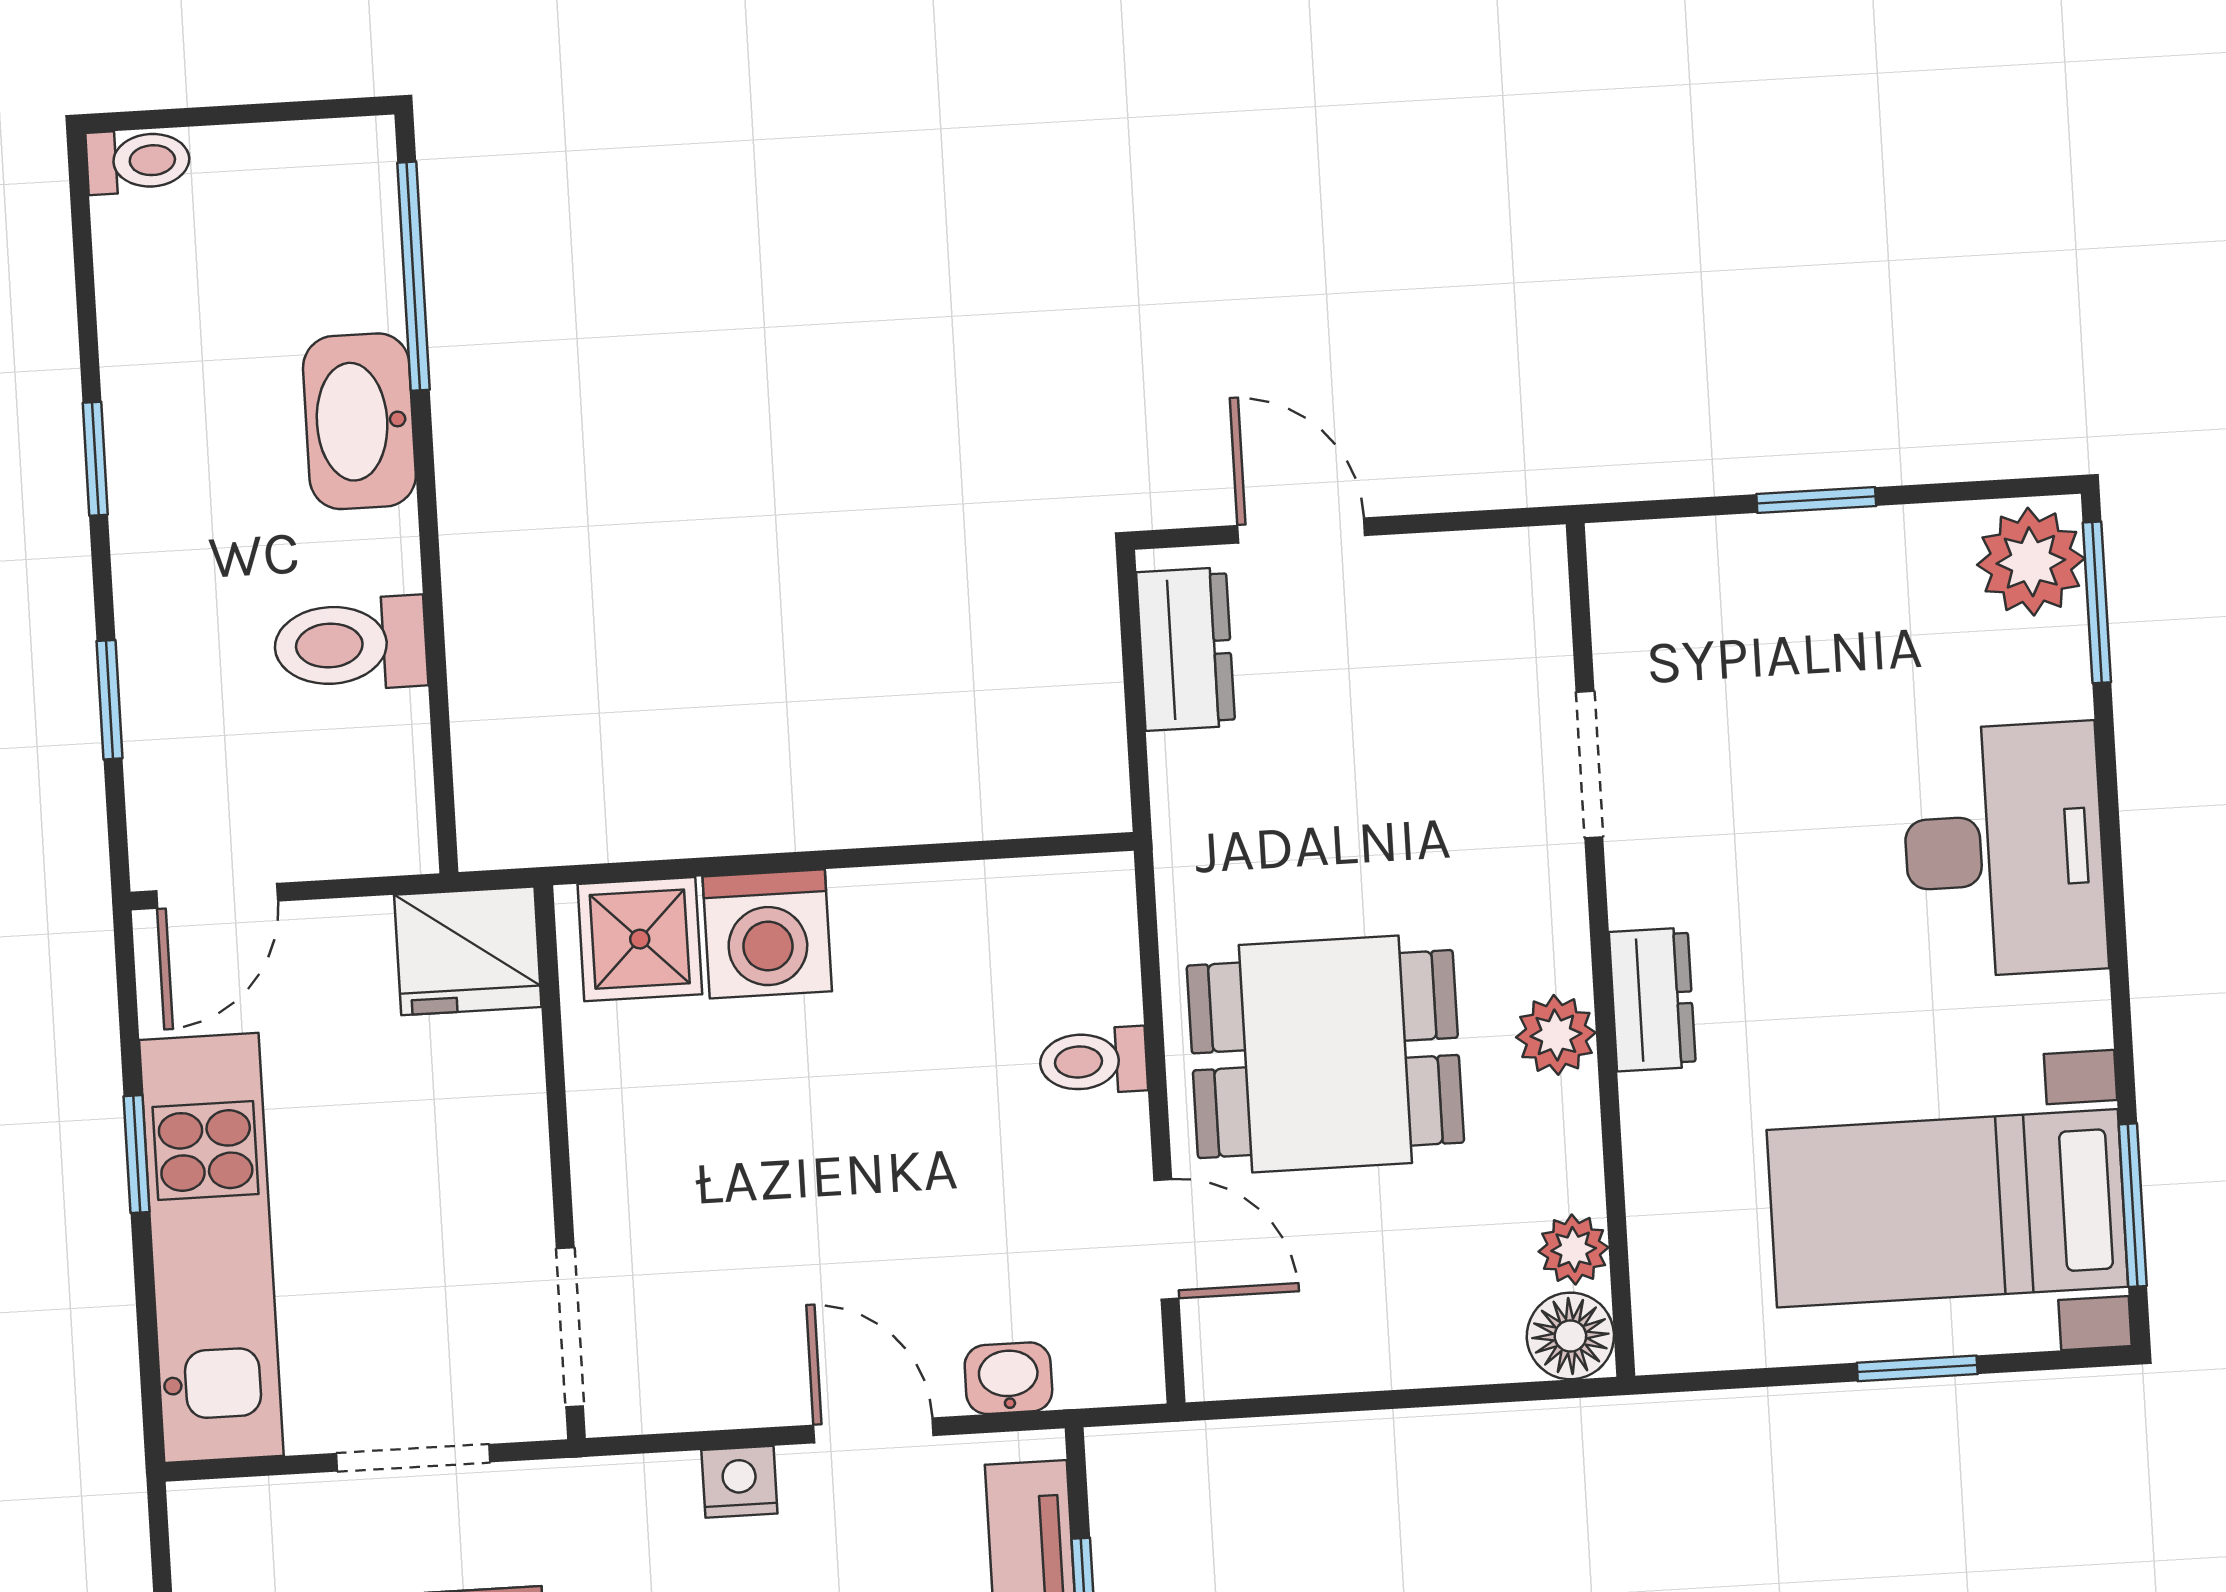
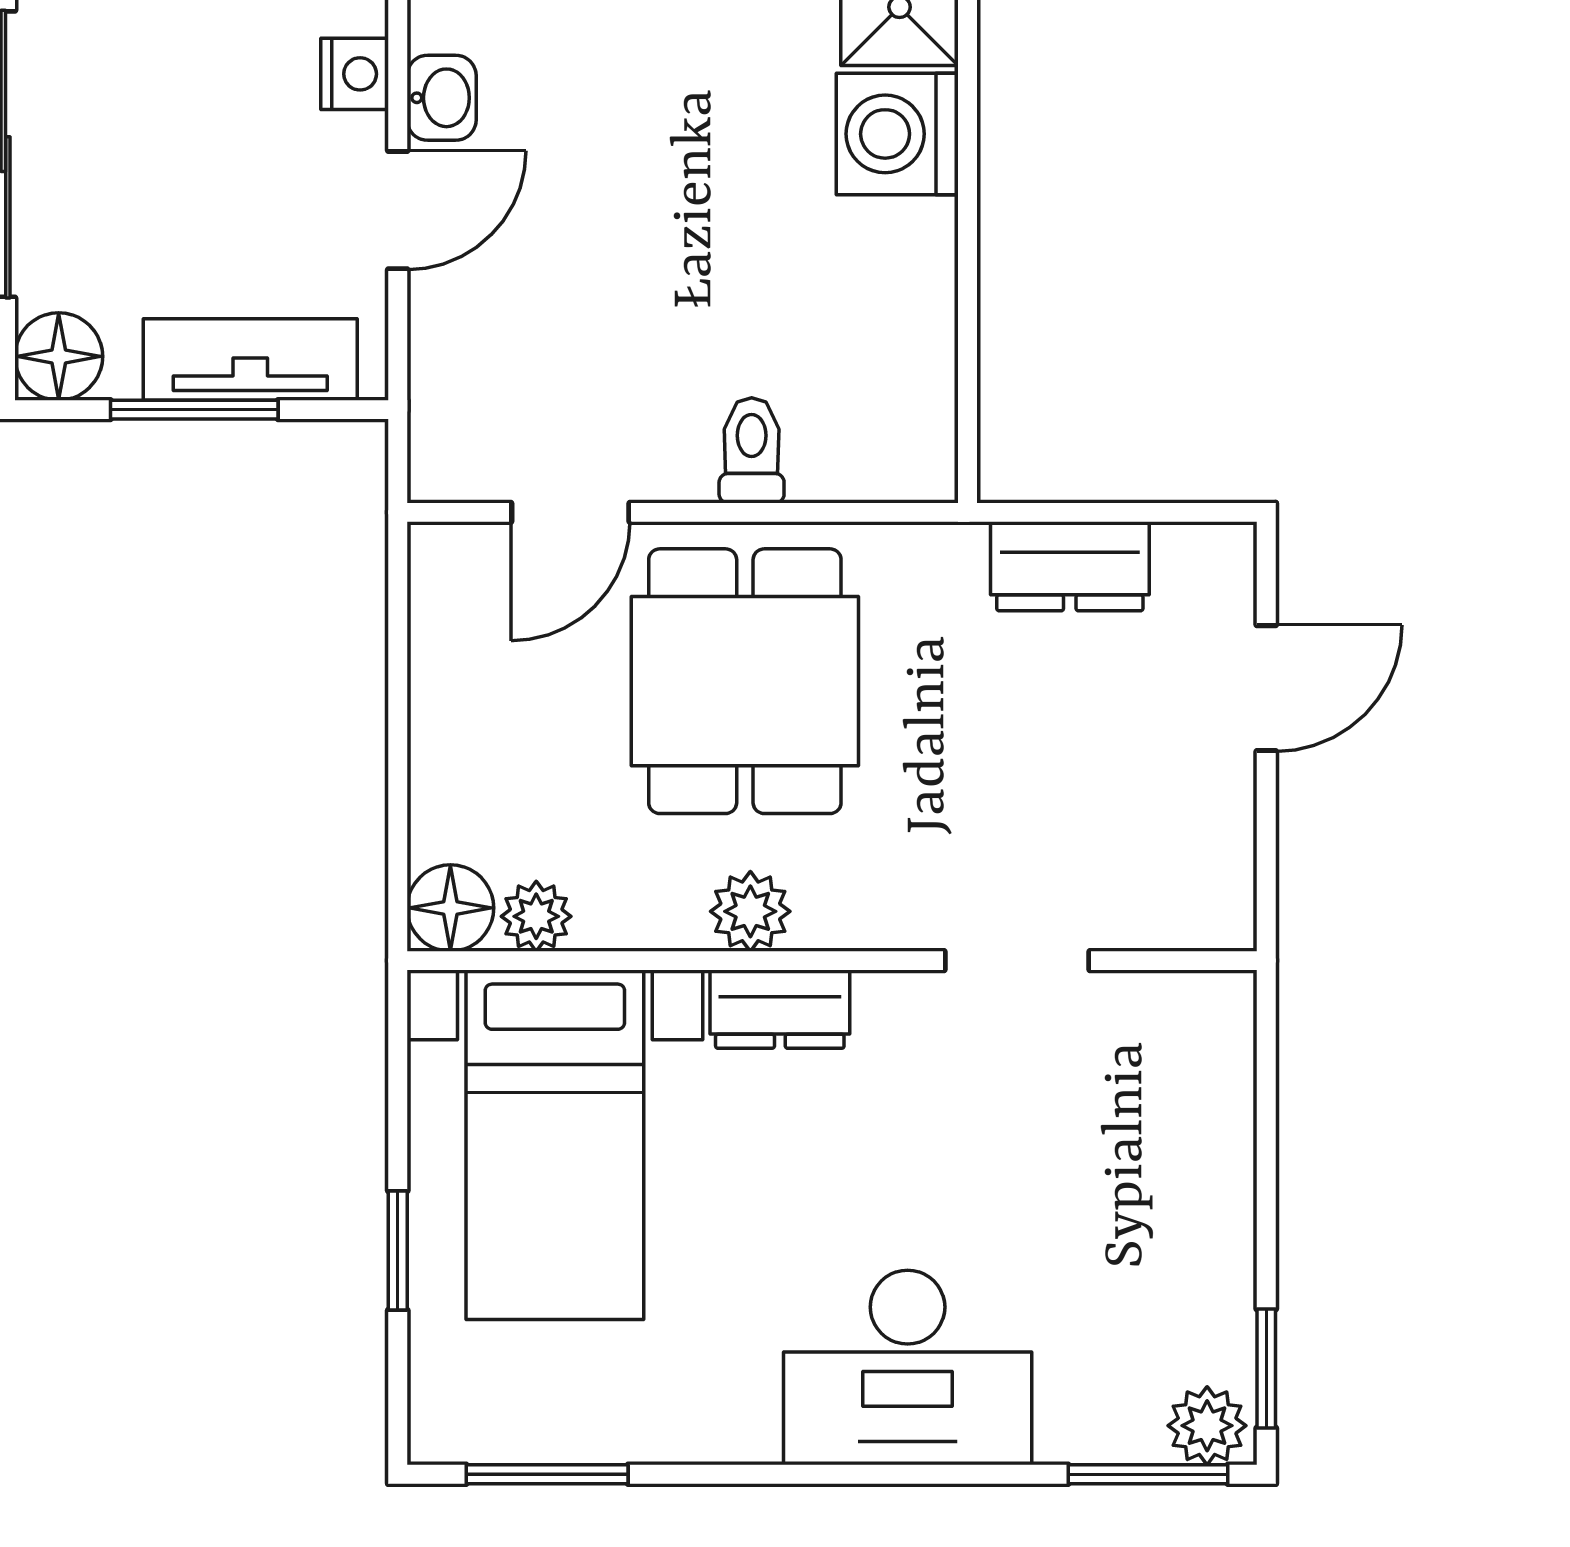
window: (1816, 500) -> (1266, 1369), moved
plant: (2031, 562) -> (1207, 1426), width x0.73, depth x0.73
dresser: (1186, 649) -> (1070, 566), moved
bed with nightstands: (1947, 1208) -> (555, 1145), moved, turned 180
washbasin: (1008, 1378) -> (442, 98), moved

